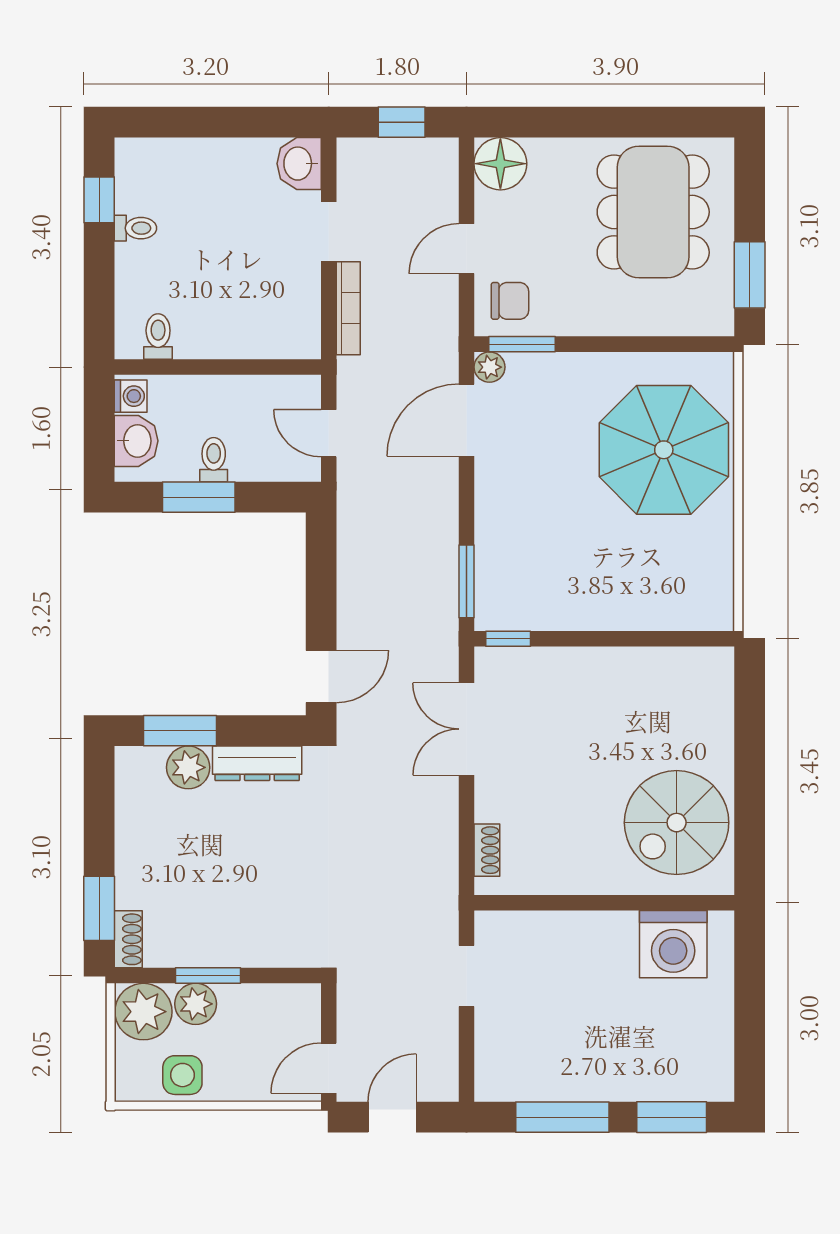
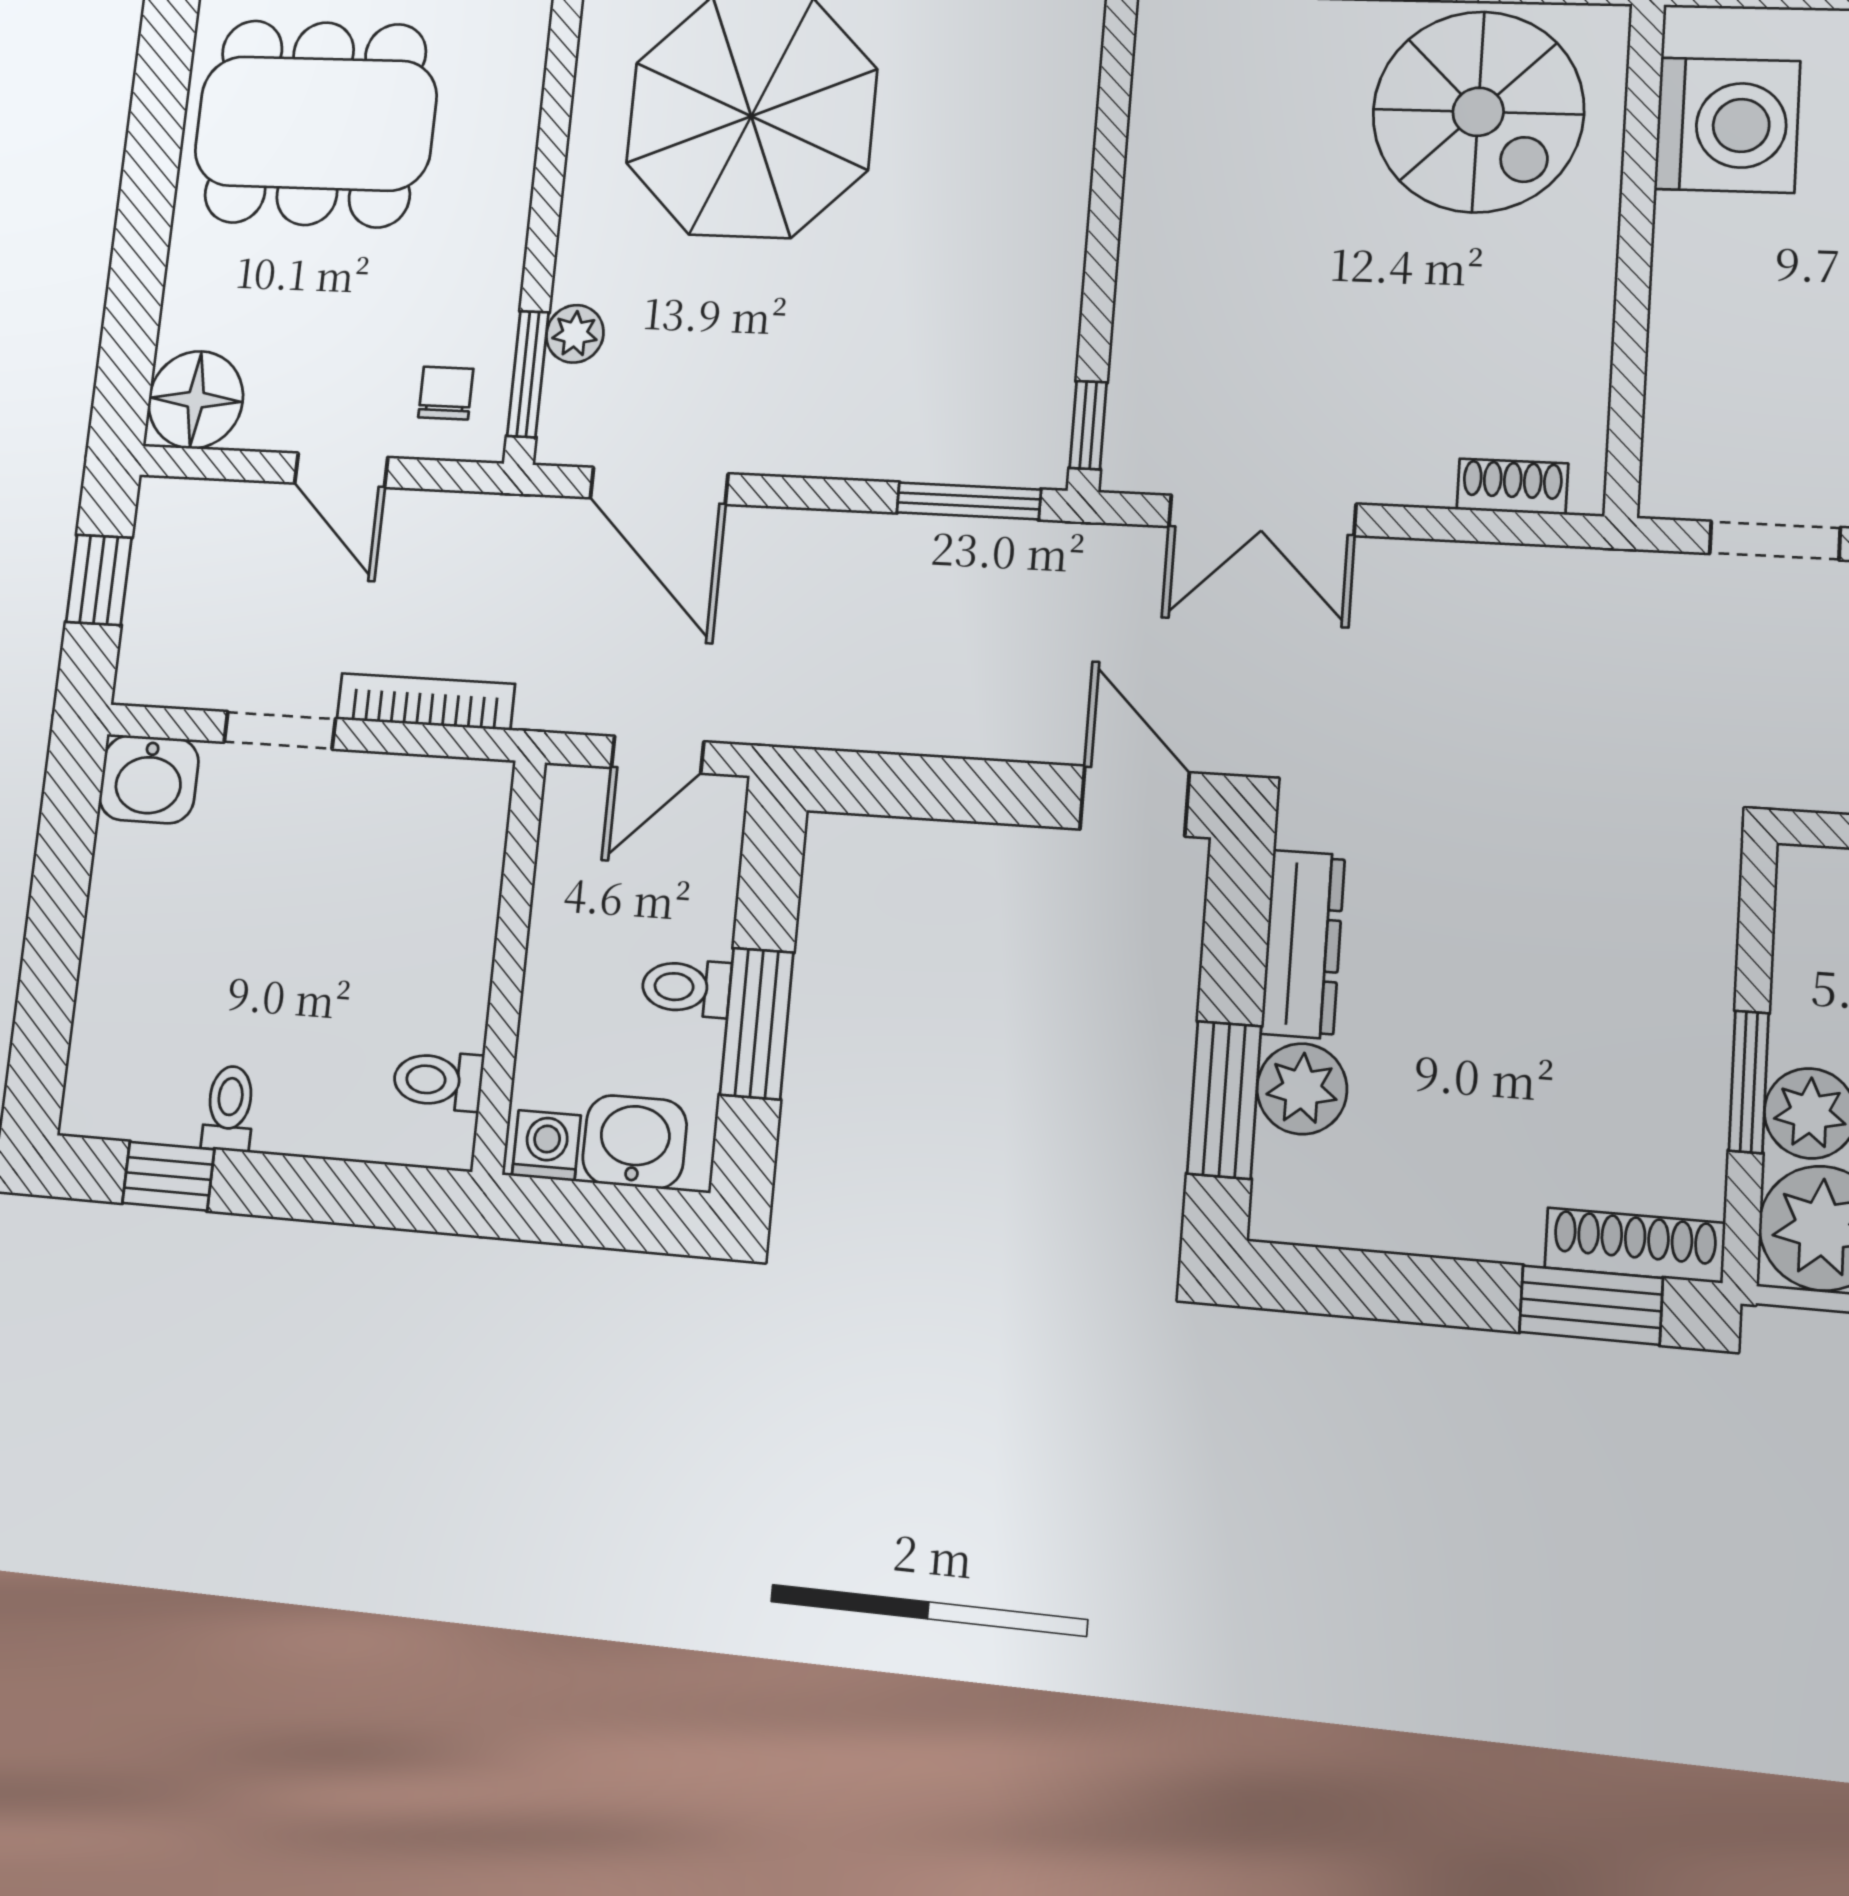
chair: (510, 301) -> (446, 393), width x0.73, depth x0.73
plant: (489, 367) -> (575, 334), moved
shoe rack: (128, 939) -> (1635, 1245), width x1.43

